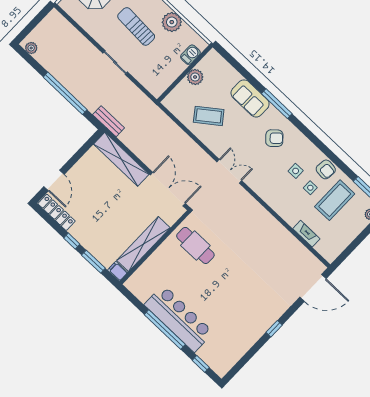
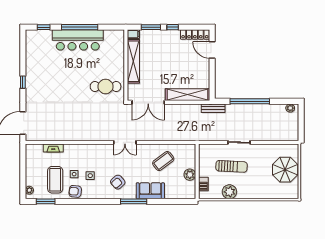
sun lounger: (136, 26) -> (231, 166), moved

